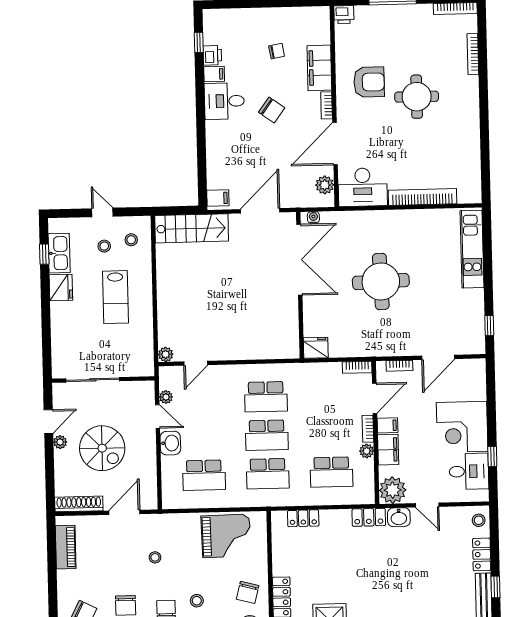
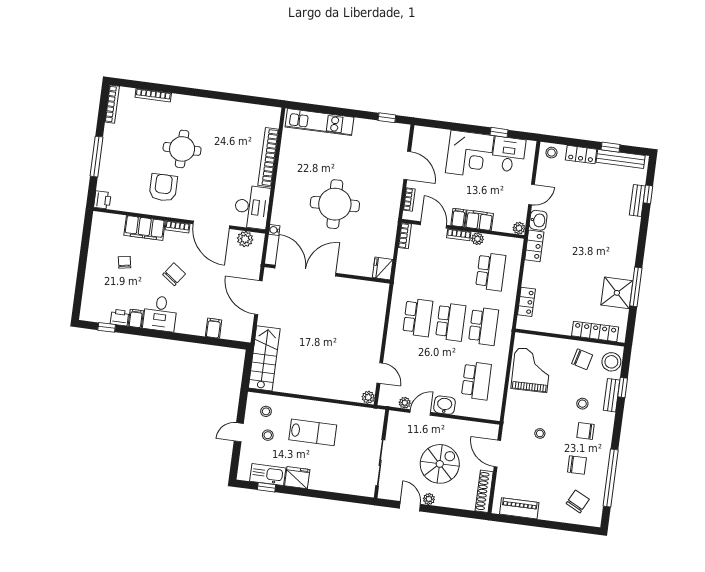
filing cabinet: (218, 198) -> (214, 328), moved
water cooler: (313, 217) -> (274, 230), moved
plant: (393, 490) -> (519, 228), width x0.53, depth x0.53

